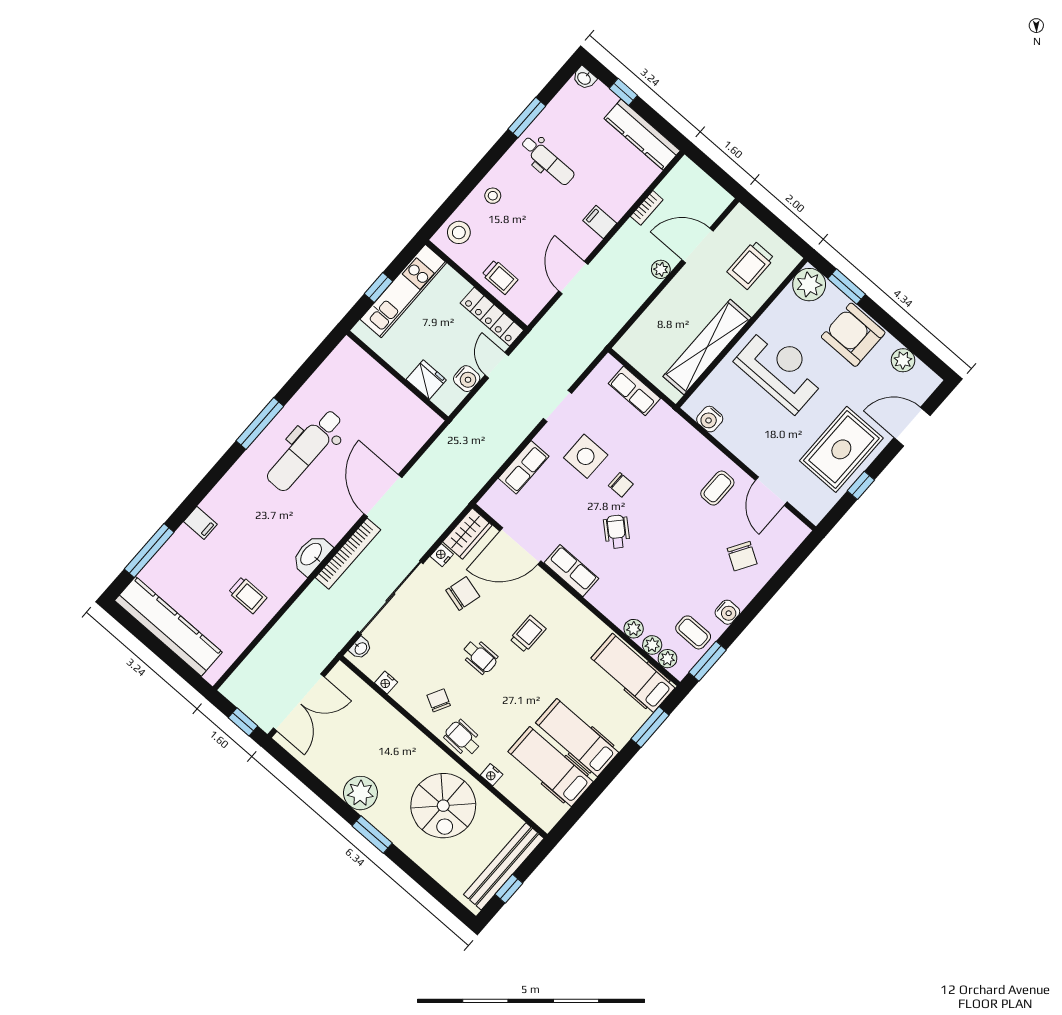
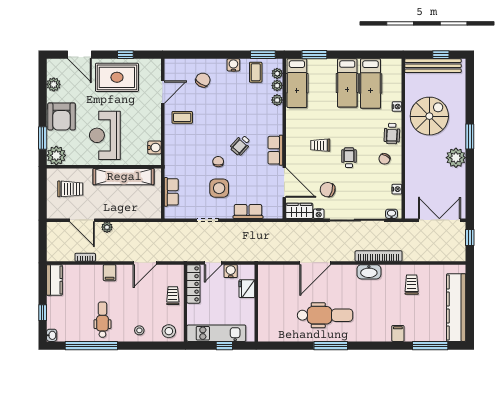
window: (527, 118) -> (91, 346), width x2.11
kitchen counter: (642, 135) -> (54, 280), width x0.67
bookcase: (348, 554) -> (379, 256), moved

